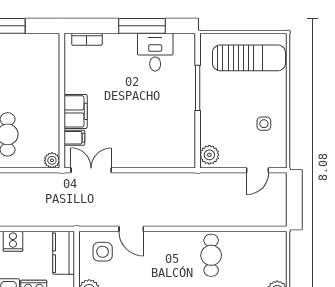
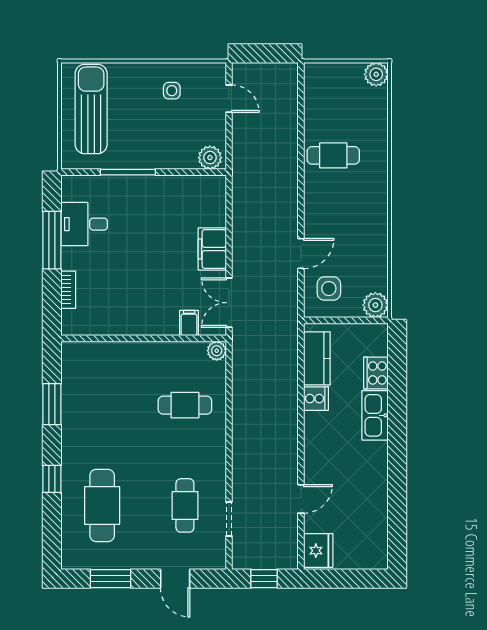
bookcase: (87, 39) -> (68, 290), moved
filing cabinet: (76, 111) -> (212, 249), moved, turned -90
kitchen counter: (64, 253) -> (317, 358), moved, turned -90

